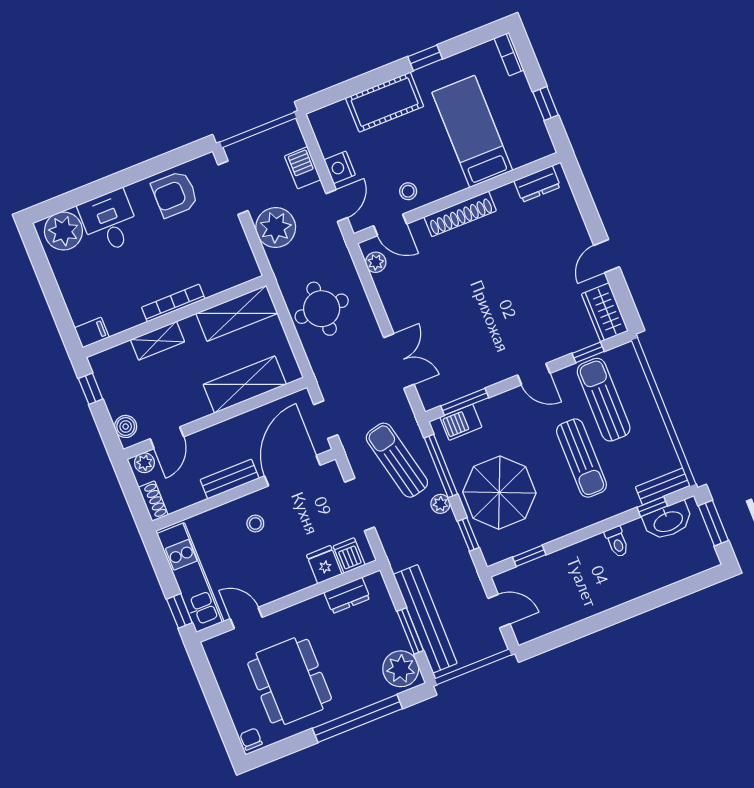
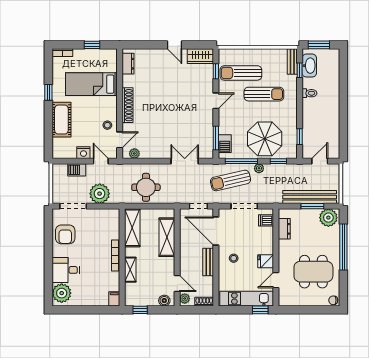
fridge: (324, 565) -> (266, 261), moved

